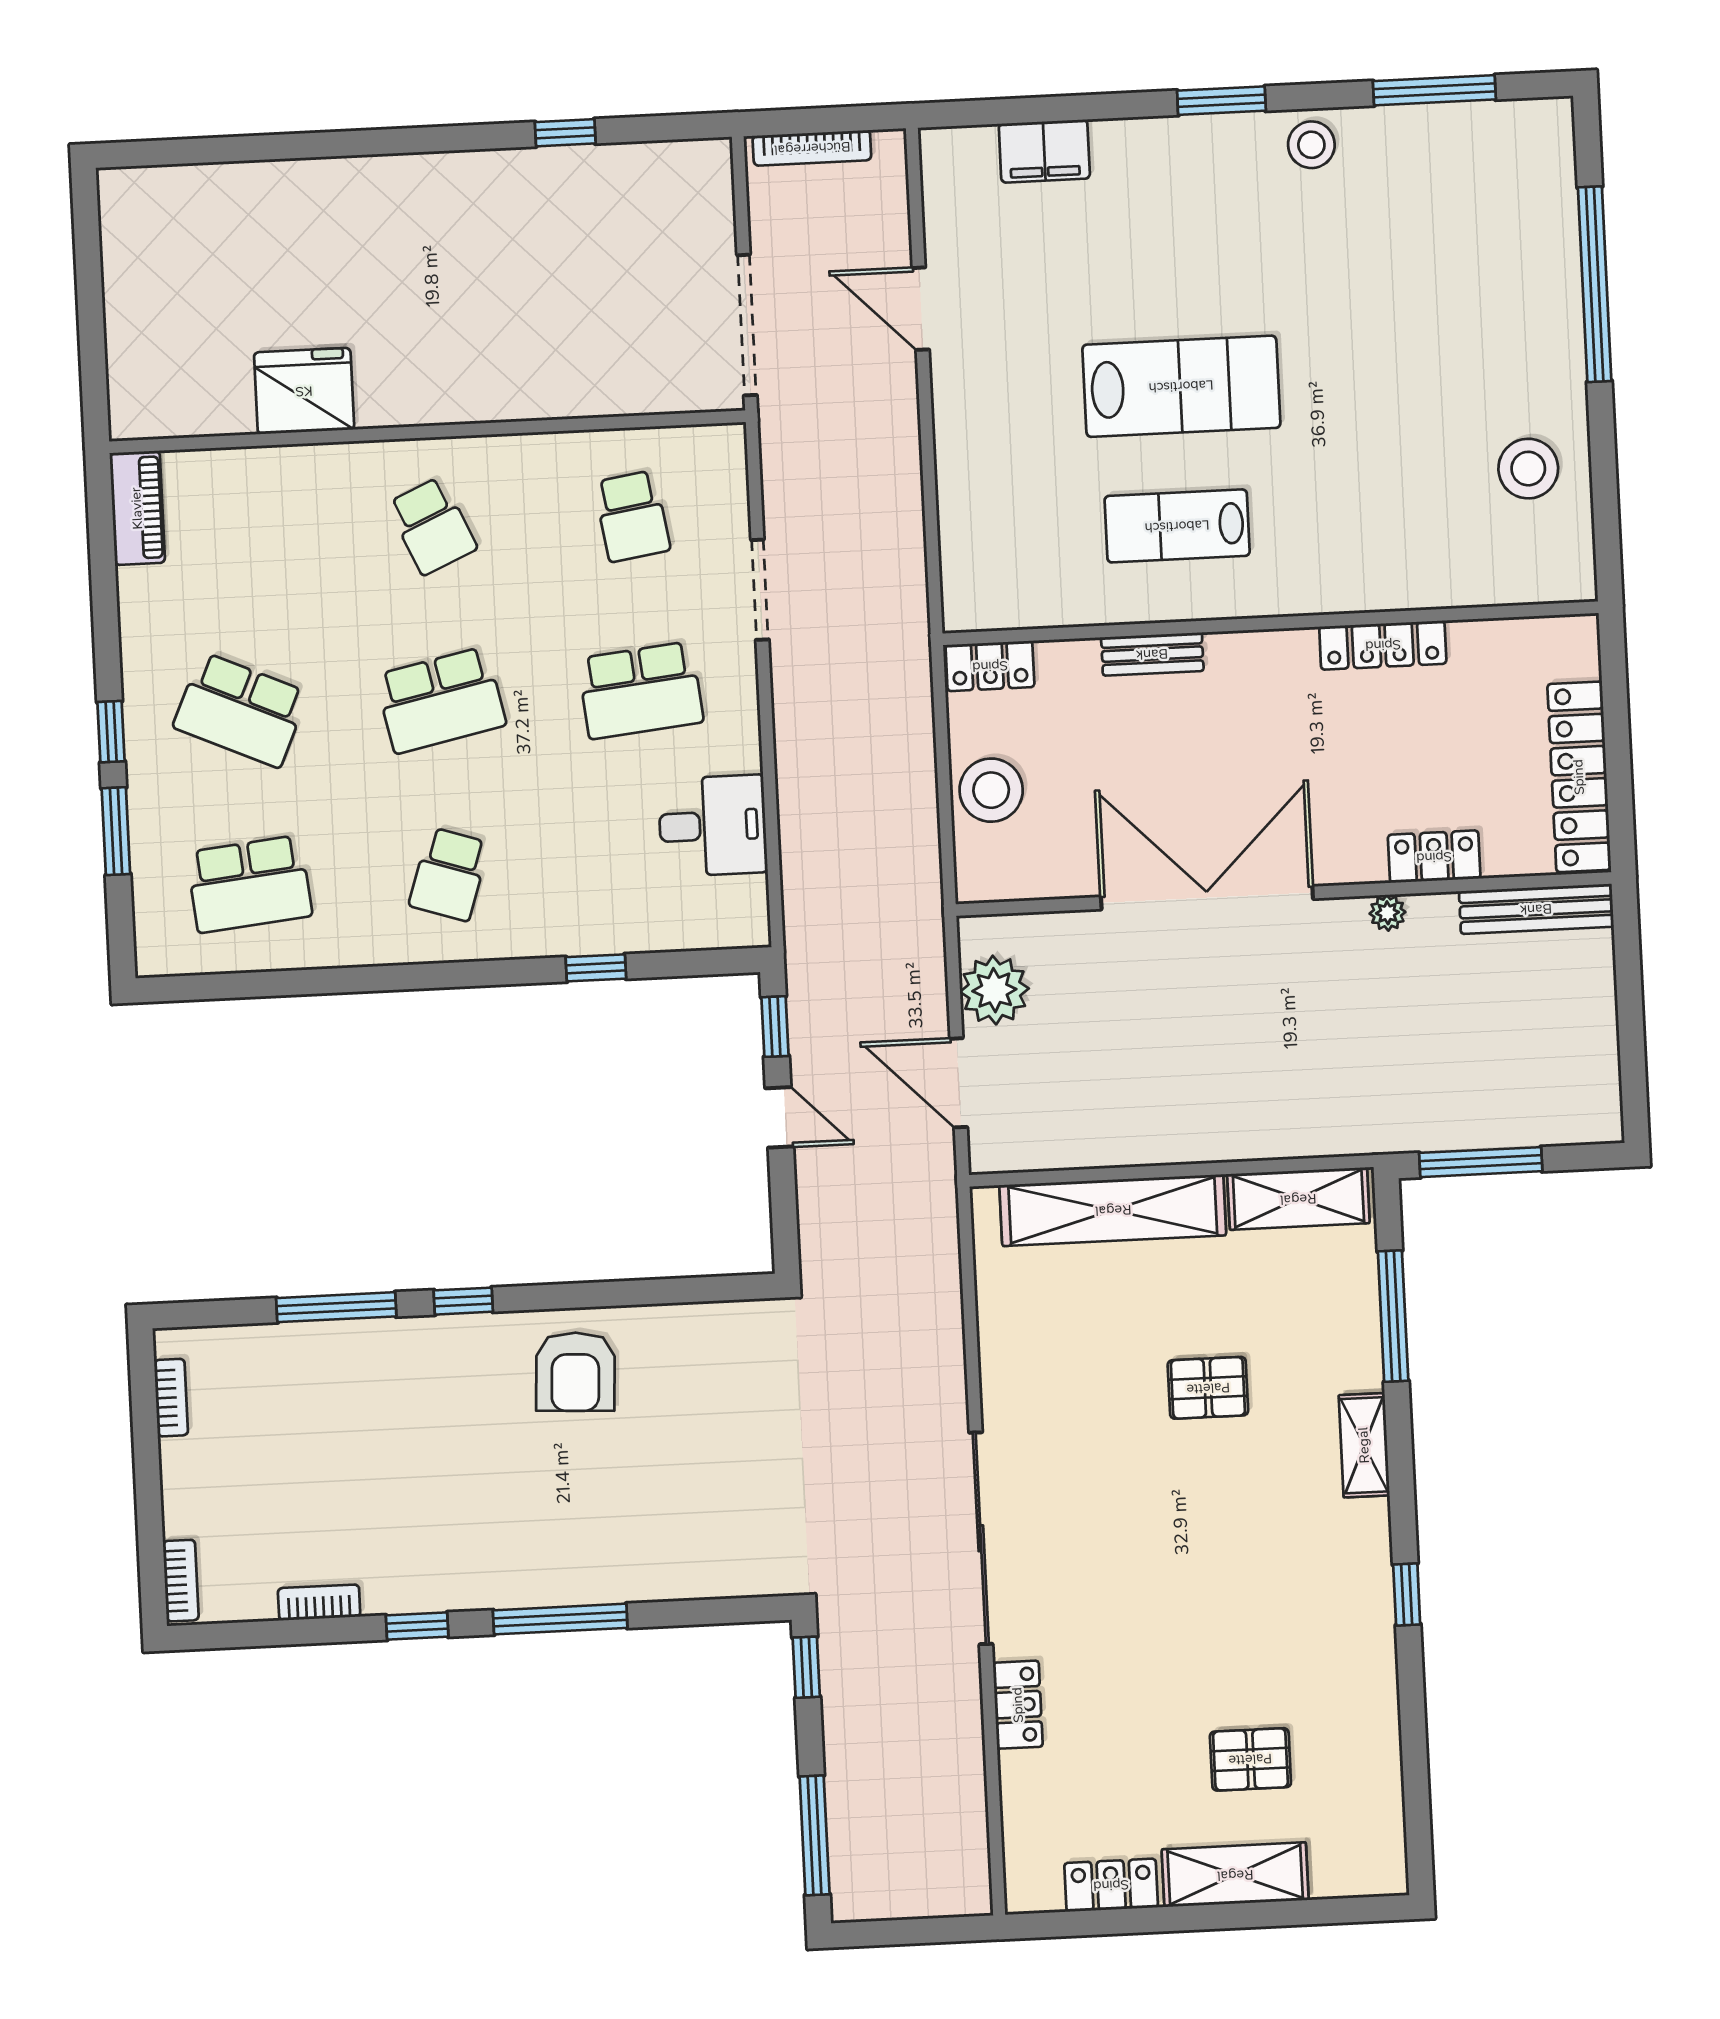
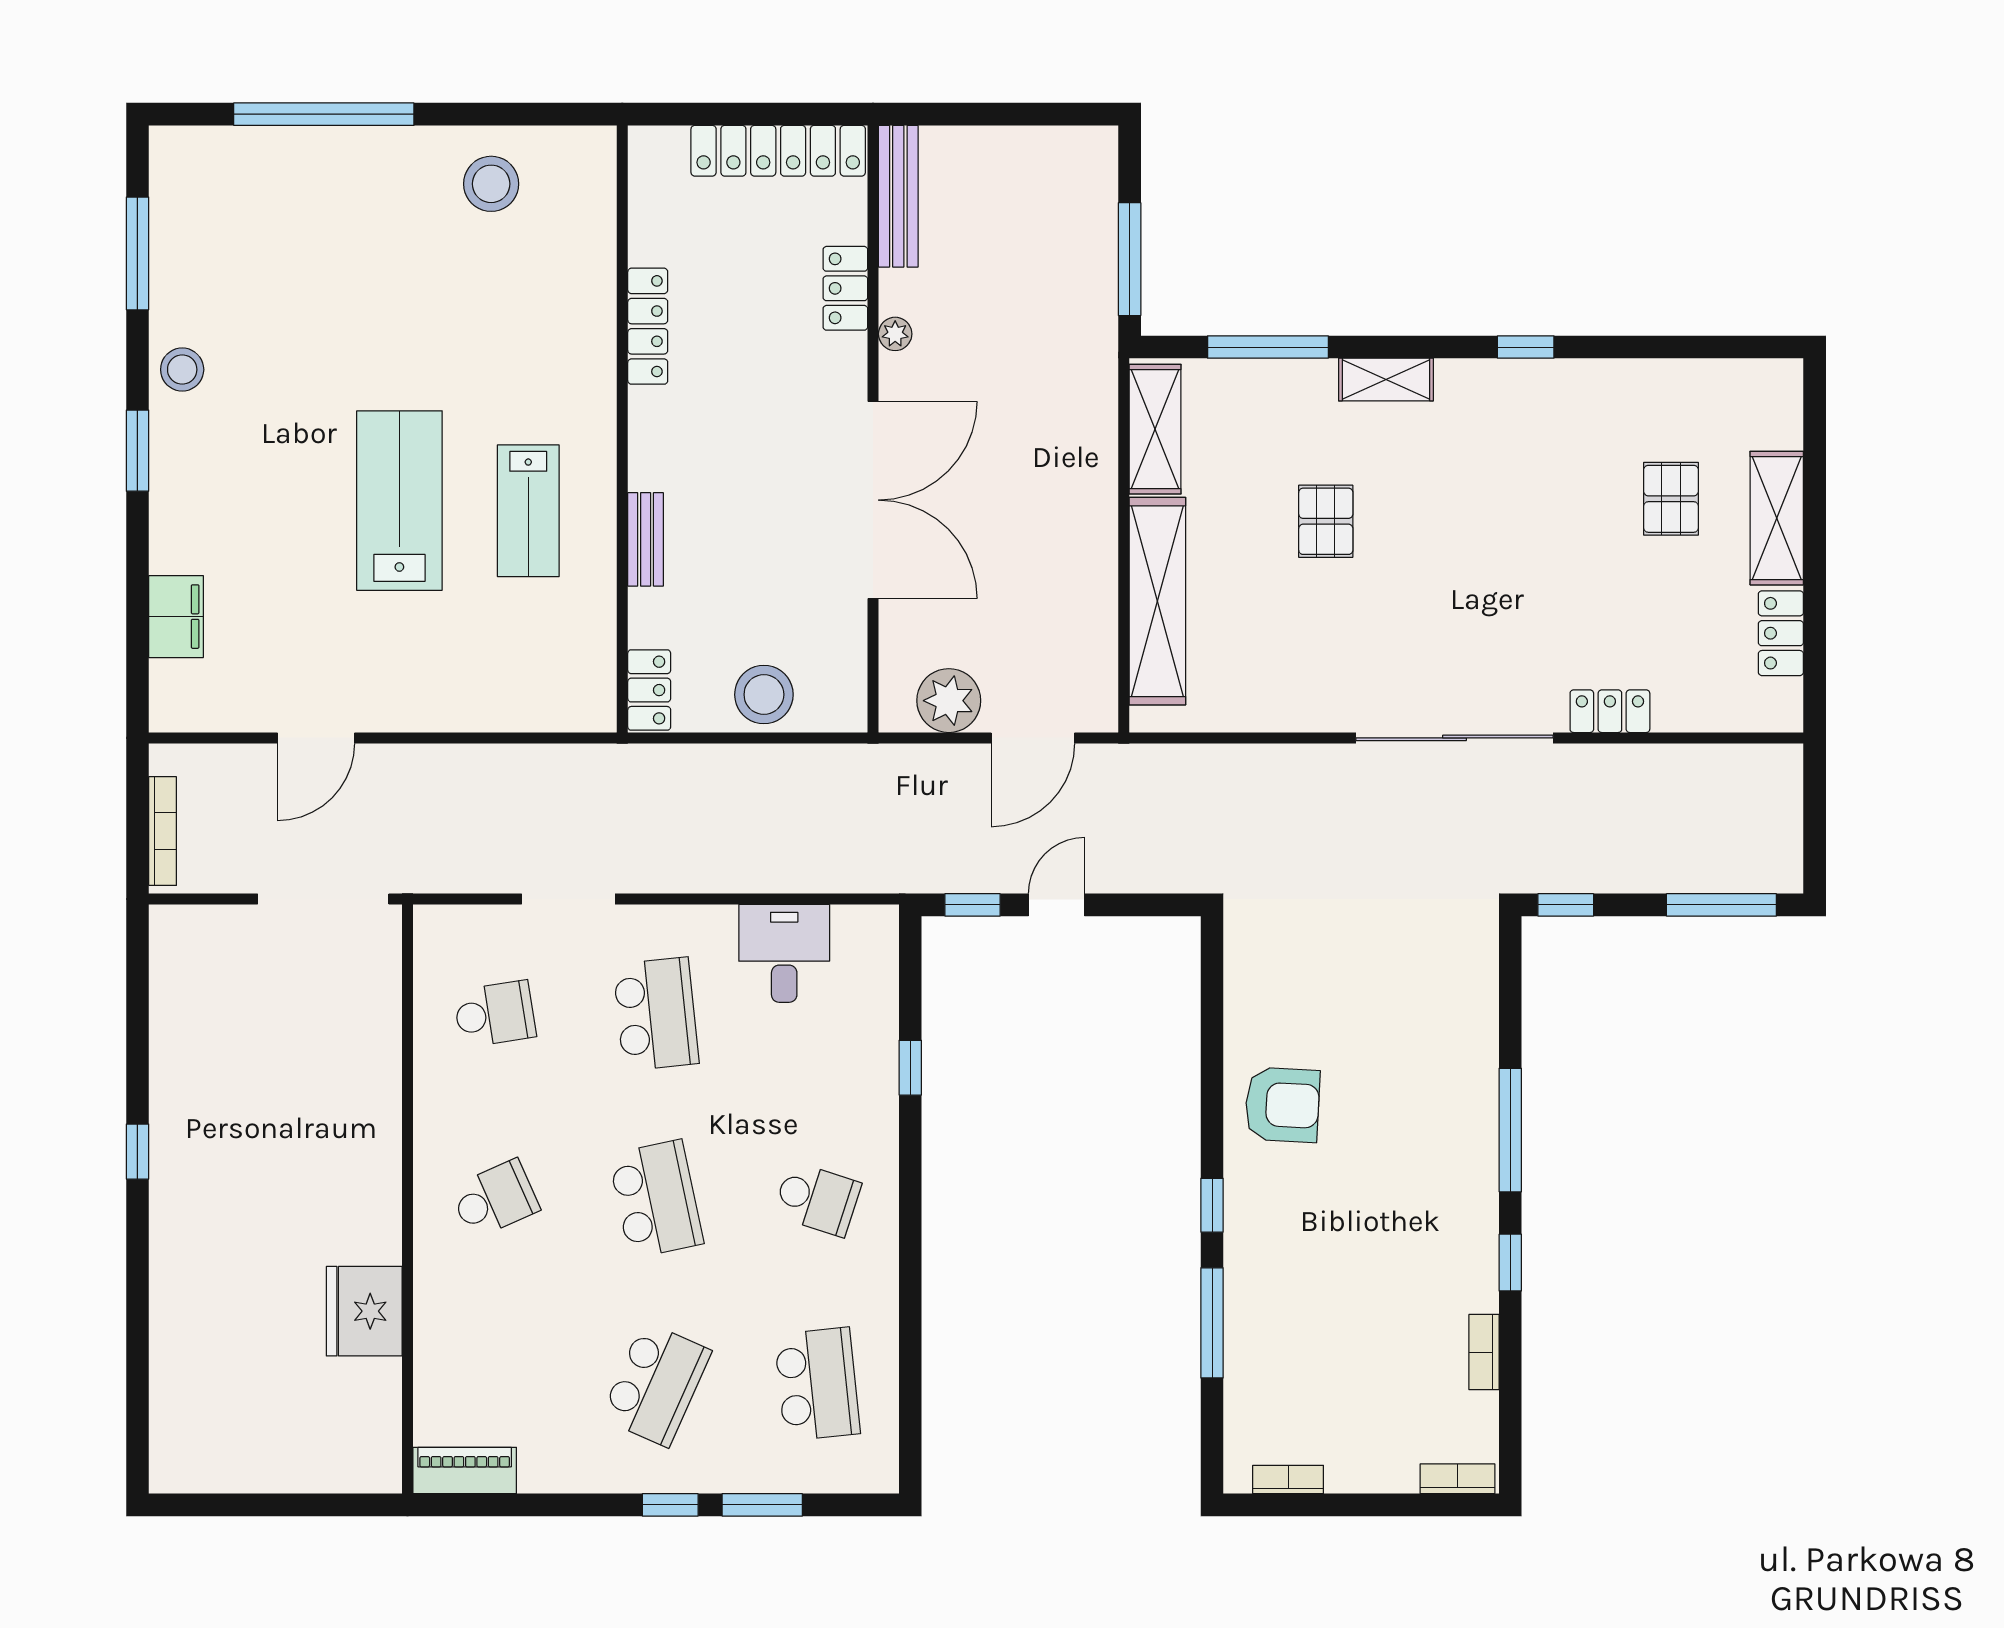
window: (565, 133) -> (137, 1152), moved
double door: (1207, 898) -> (873, 500), swing flipped

